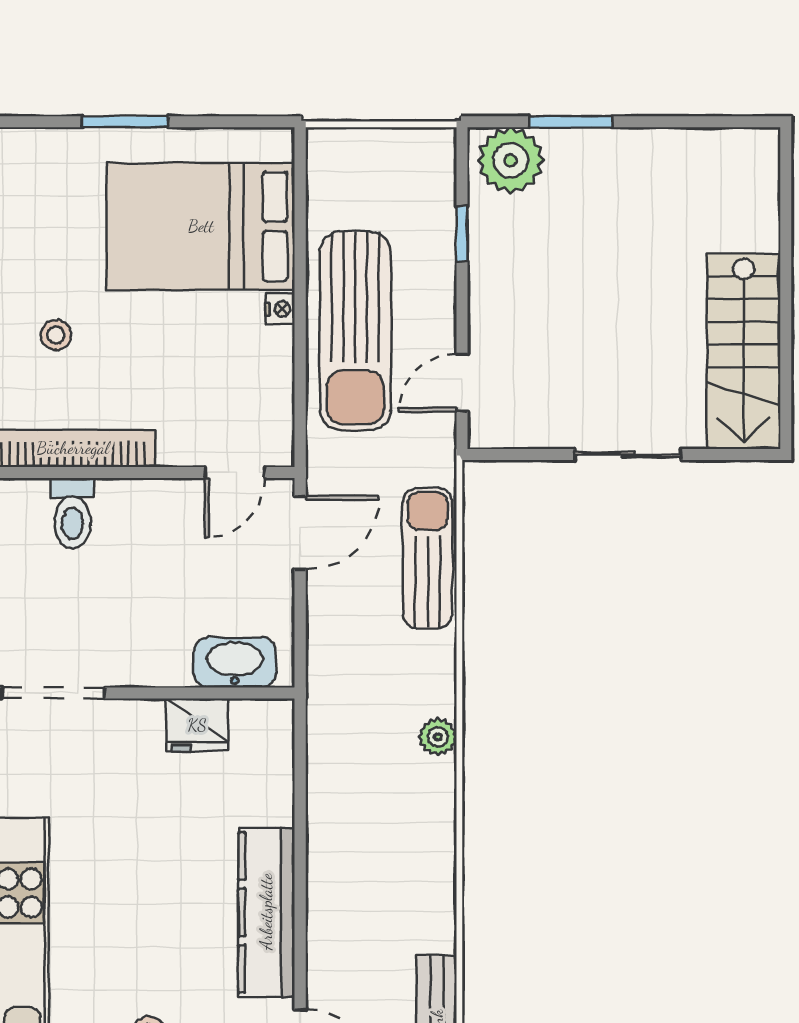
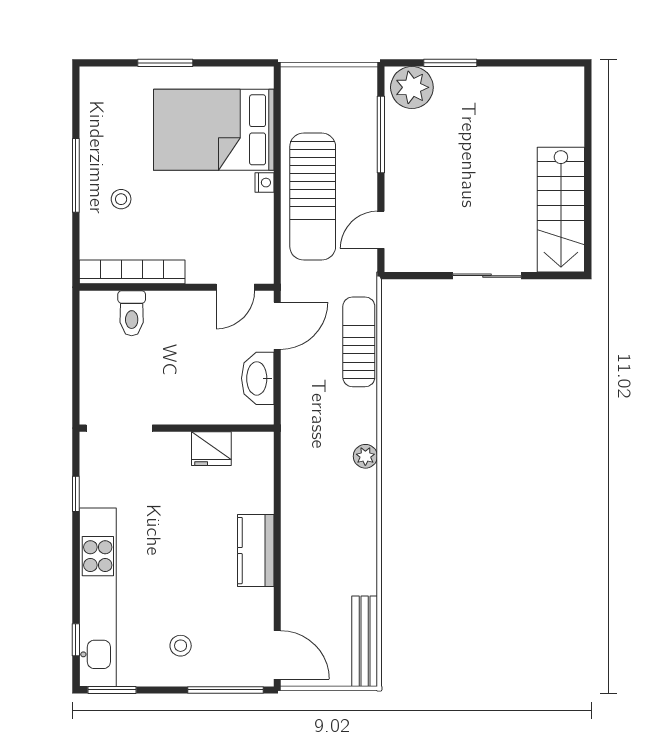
window: (462, 234) -> (381, 135), width x2.17
washbasin: (235, 662) -> (258, 378), moved, turned -90
kitchen counter: (266, 912) -> (256, 551), width x0.67

